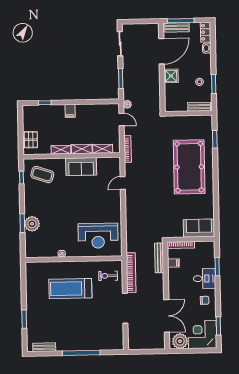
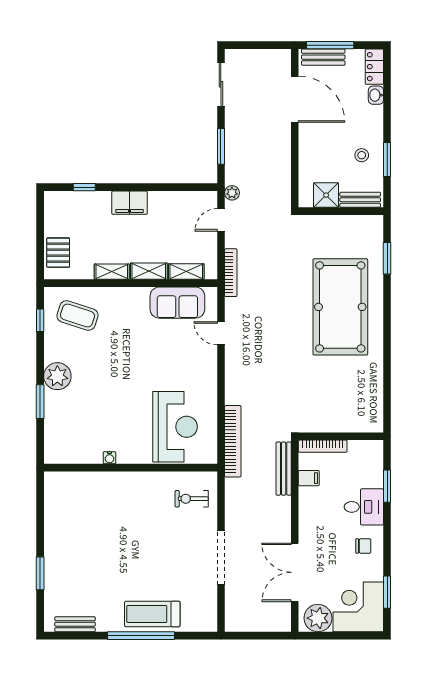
door: (161, 51) -> (295, 99), hinge flipped
shower: (171, 76) -> (326, 195), moved
filing cabinet: (70, 111) -> (130, 203), width x2.00
door: (121, 120) -> (221, 220), swing flipped
sofa: (81, 167) -> (177, 303), moved
door: (123, 183) -> (221, 333), hinge flipped
plant: (32, 224) -> (57, 376), moved
sofa: (199, 228) -> (356, 417), removed
reception desk: (98, 236) -> (175, 427), turned -90
bookcase: (131, 273) -> (233, 441), moved
treadmill: (70, 289) -> (152, 614), moved, width x0.73, depth x0.73
double door: (167, 316) -> (295, 572), swing flipped

